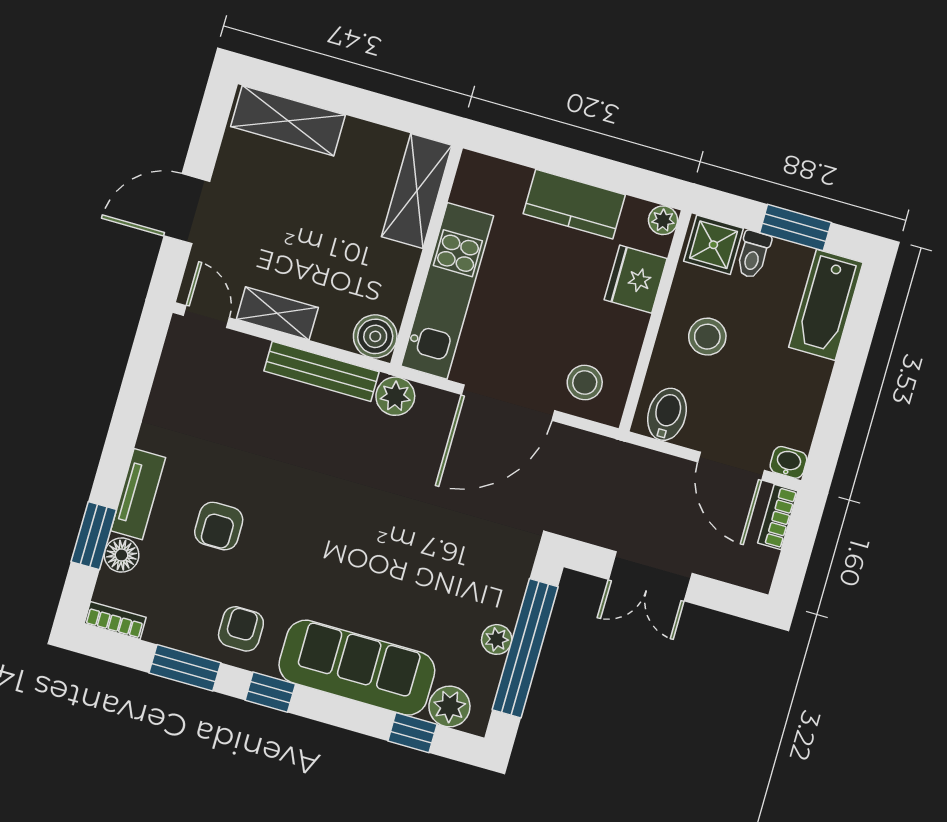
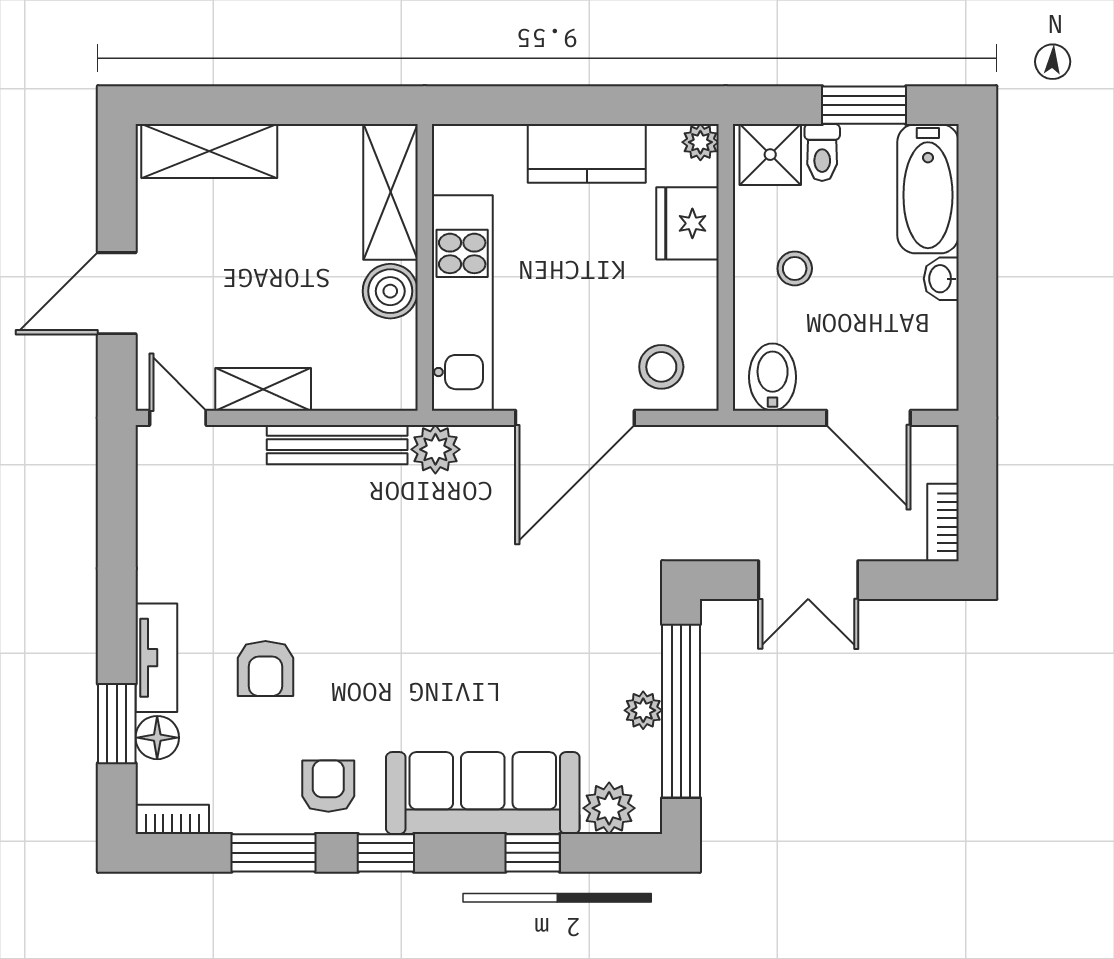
boiler: (375, 336) -> (390, 291), moved
stool: (707, 337) -> (795, 268), width x0.73, depth x0.73
washbasin: (788, 462) -> (941, 279), moved, turned -90
bookcase: (778, 517) -> (943, 523), moved
window: (412, 733) -> (533, 853), moved

